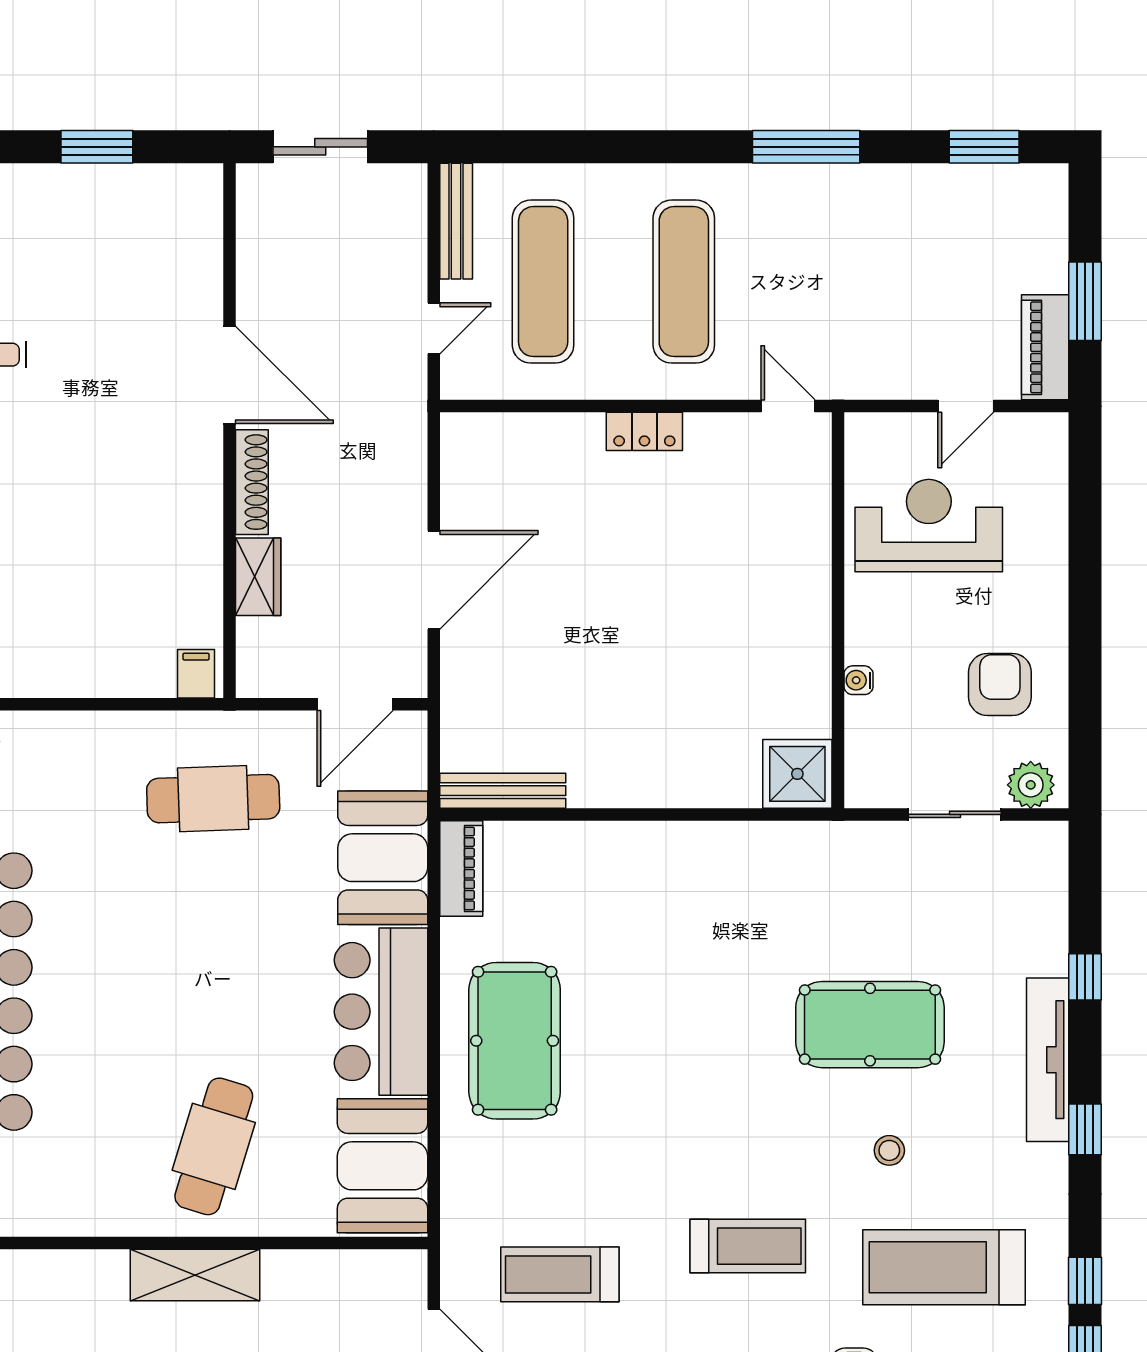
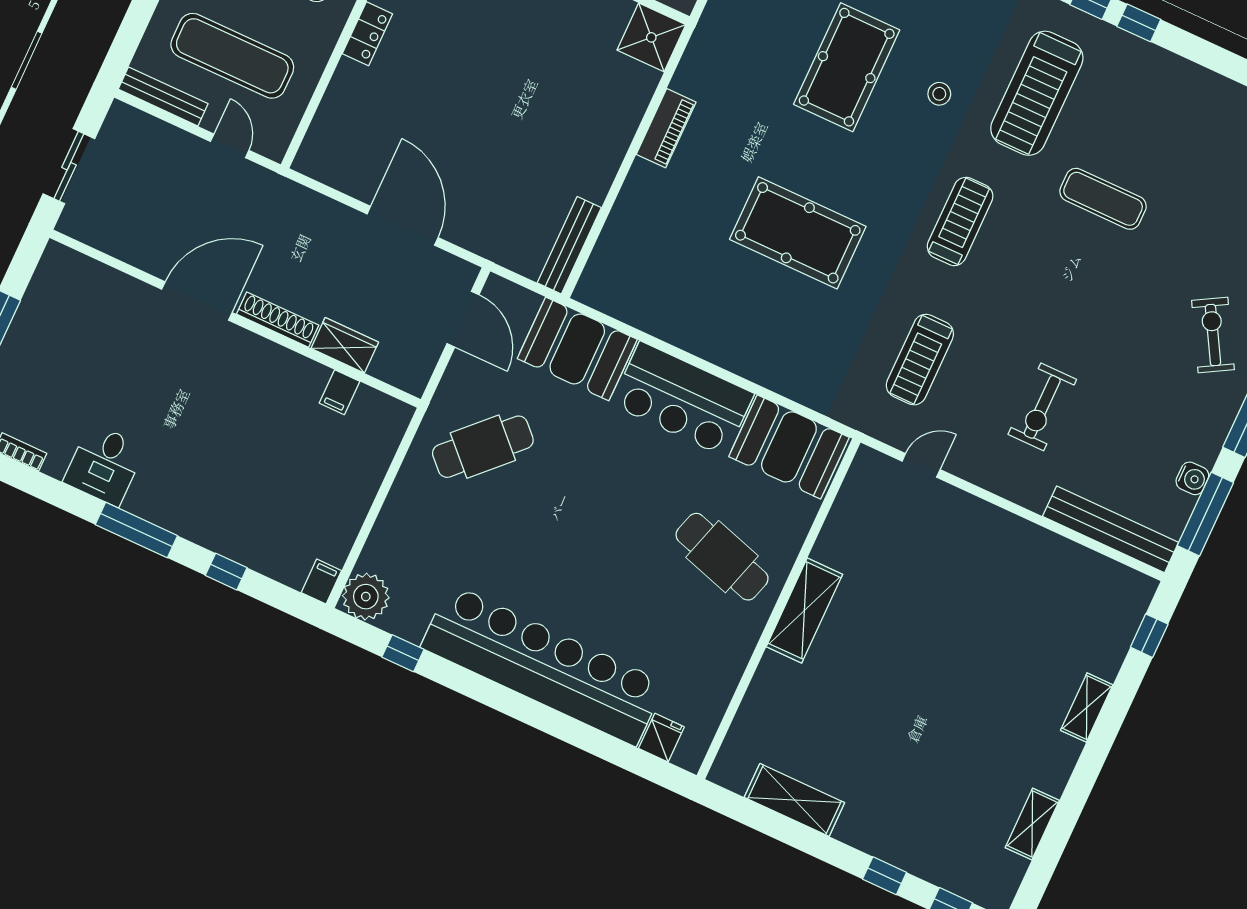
filing cabinet: (196, 674) -> (339, 392), moved, turned -90
cafe table: (213, 799) -> (483, 447), turned 47
piano: (461, 868) -> (666, 128), moved, turned 90
pool table: (515, 1041) -> (798, 233), moved

